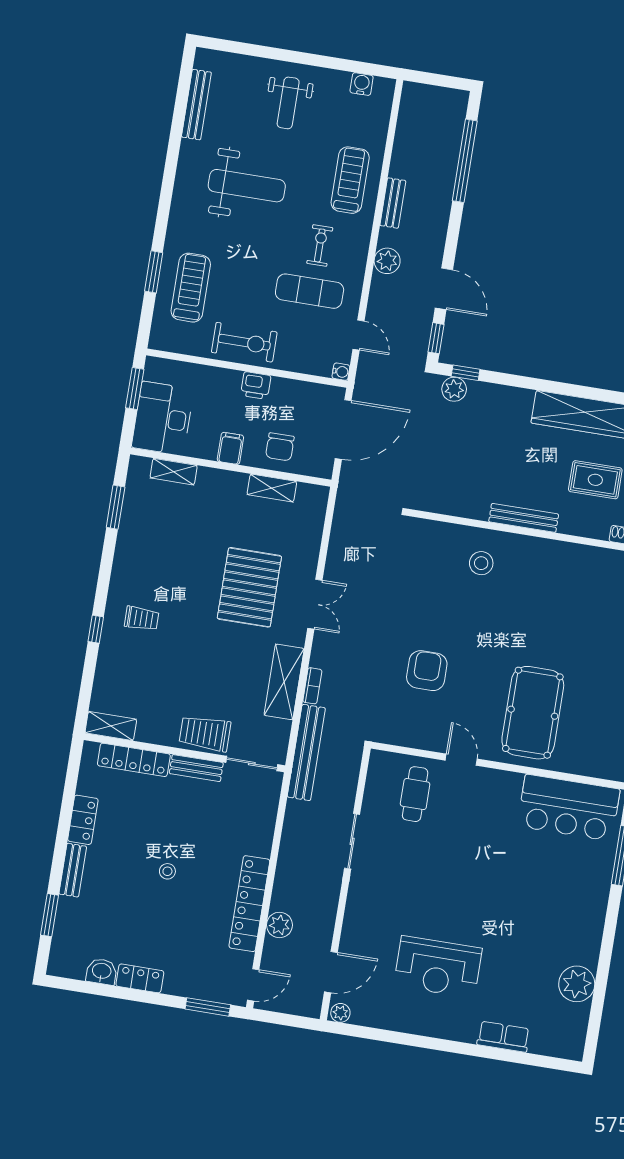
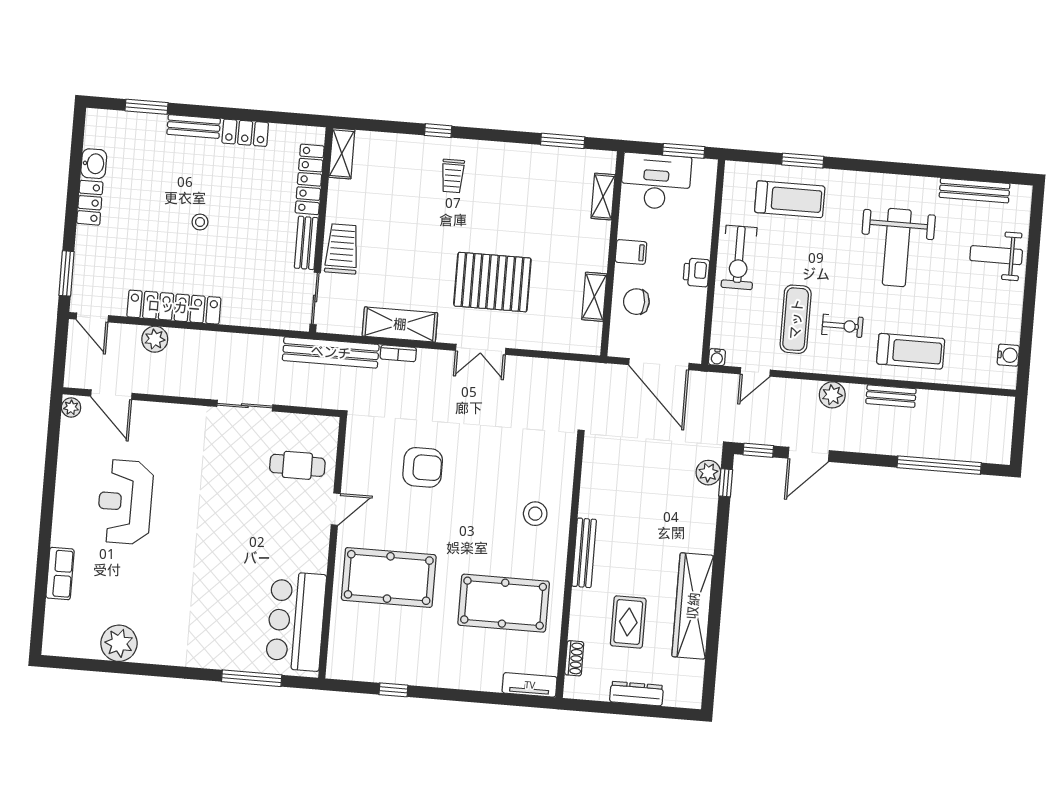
weight bench: (288, 103) -> (996, 255), moved
pool table: (567, 601) -> (504, 603), added

